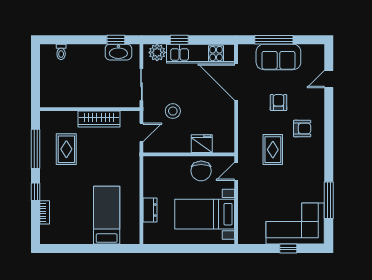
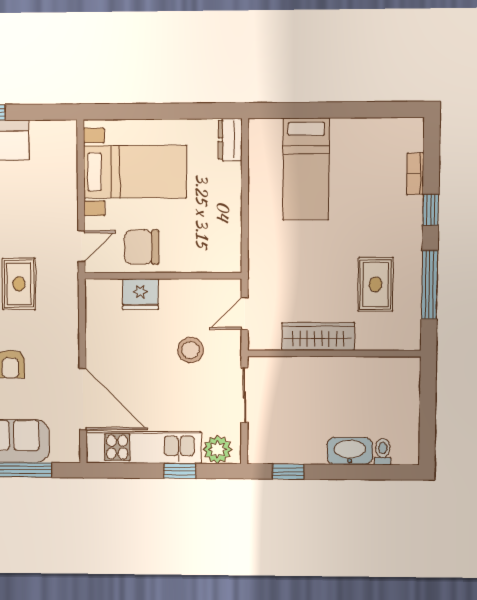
washbasin: (118, 52) -> (350, 451), moved
chair: (201, 171) -> (142, 247), turned -90
dresser: (150, 210) -> (230, 140), moved

